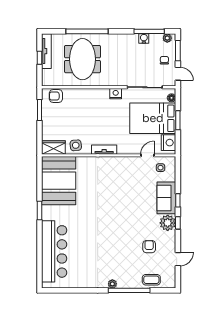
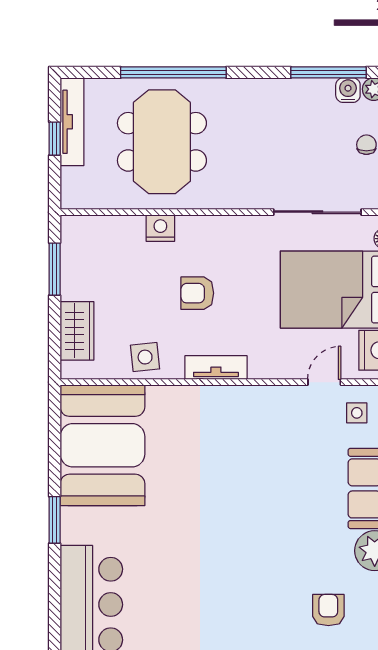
water cooler: (144, 38) -> (348, 90), moved
nightstand: (116, 94) -> (160, 228), moved
armchair: (56, 96) -> (197, 293), moved
wardrobe: (53, 147) -> (77, 331), moved, turned 90

